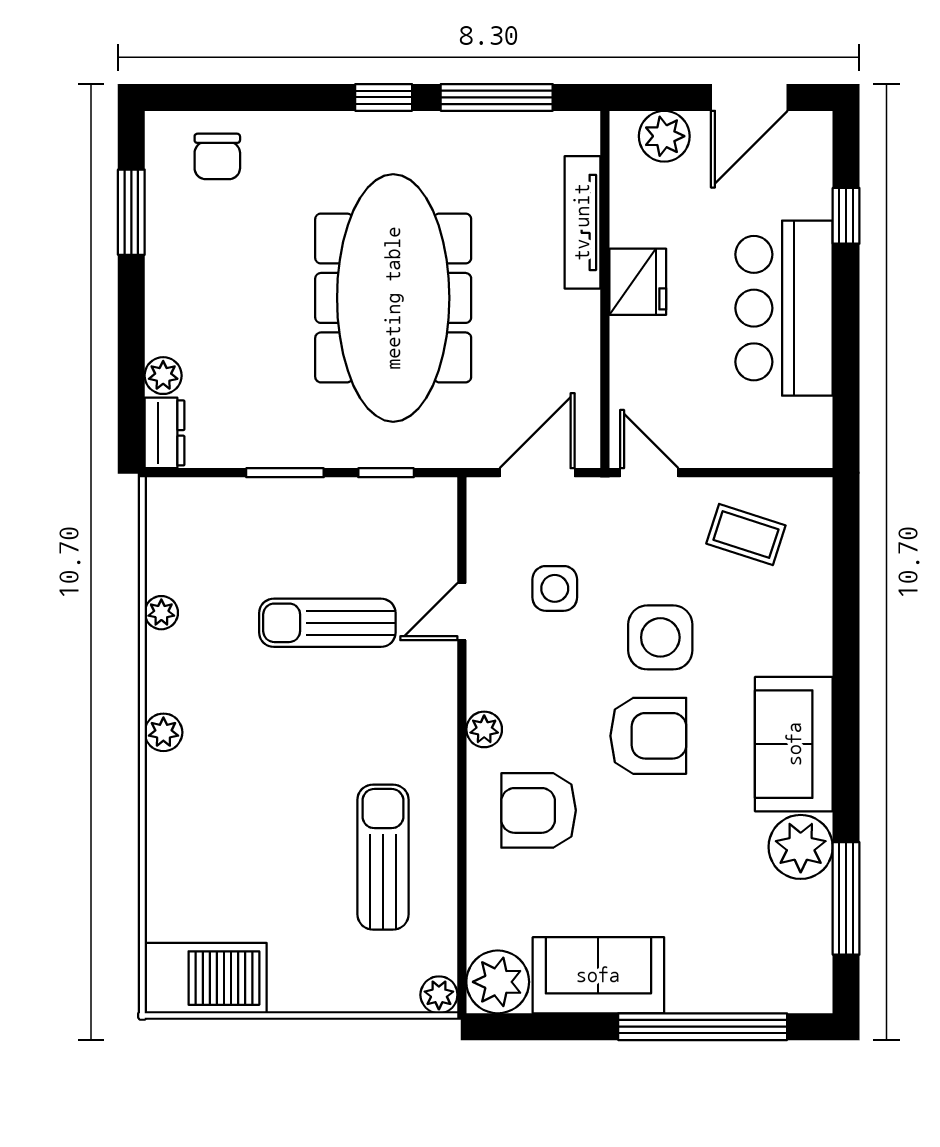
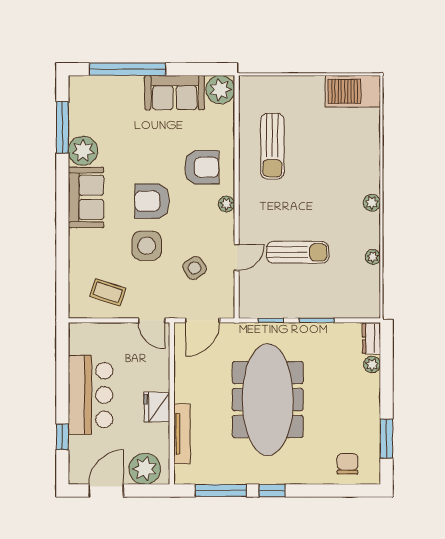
plant: (664, 136) -> (145, 469), width x1.36, depth x1.36
side table: (555, 588) -> (194, 268), turned -34
plant: (439, 995) -> (247, 84), removed

